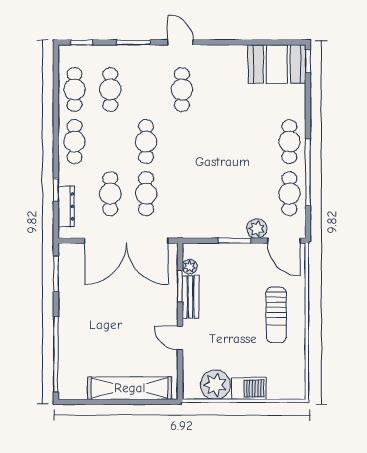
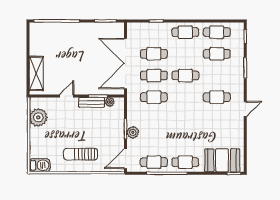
door: (180, 42) -> (245, 109), moved
booth: (277, 64) -> (222, 160), moved, turned 90
cafe table: (182, 194) -> (154, 97), added
dresser: (66, 206) -> (146, 27), removed
plant: (257, 229) -> (133, 132), moved
shelving: (130, 388) -> (36, 74), width x0.68
barbecue: (249, 389) -> (40, 165), moved, turned -90

